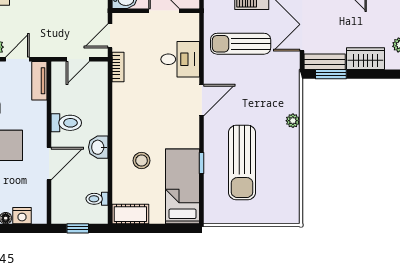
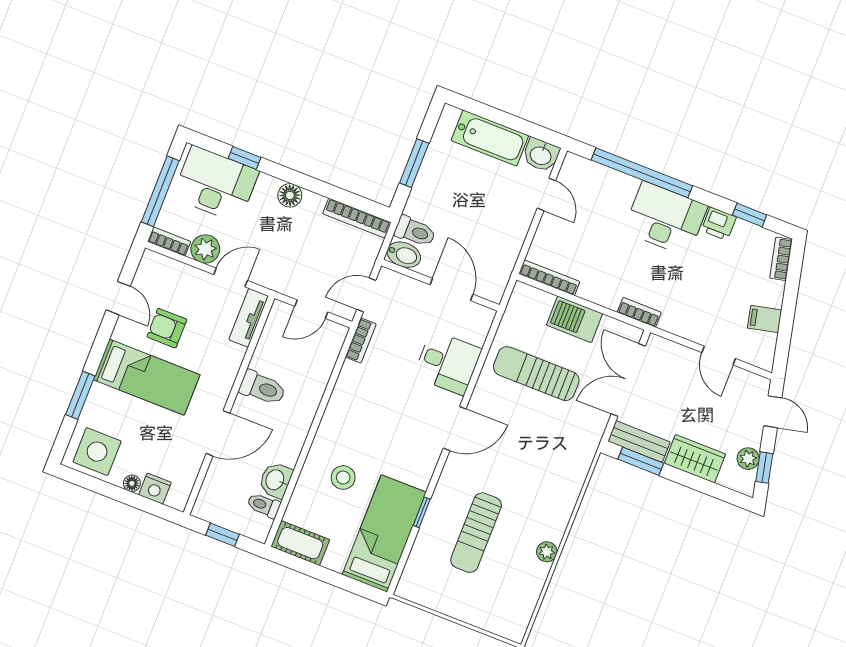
plant: (293, 121) -> (547, 552), moved
washbasin: (98, 147) -> (276, 480), moved
sun lounger: (242, 162) -> (476, 533), width x0.73, depth x0.75

